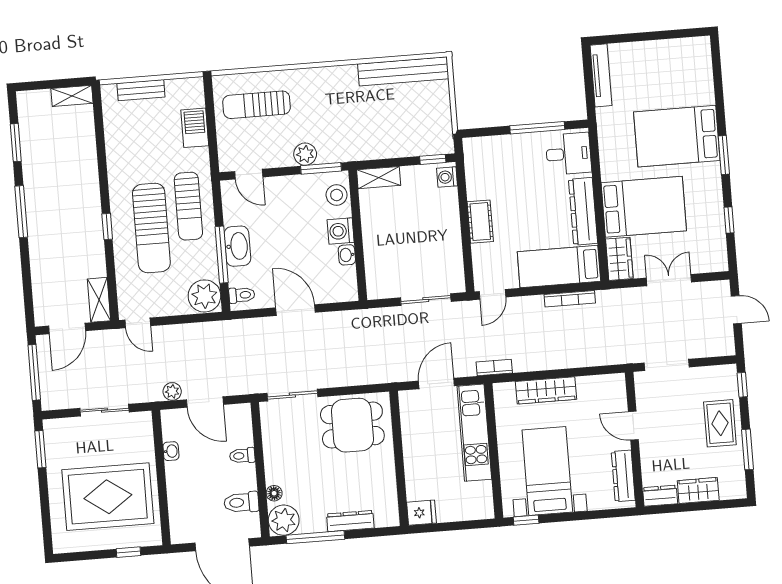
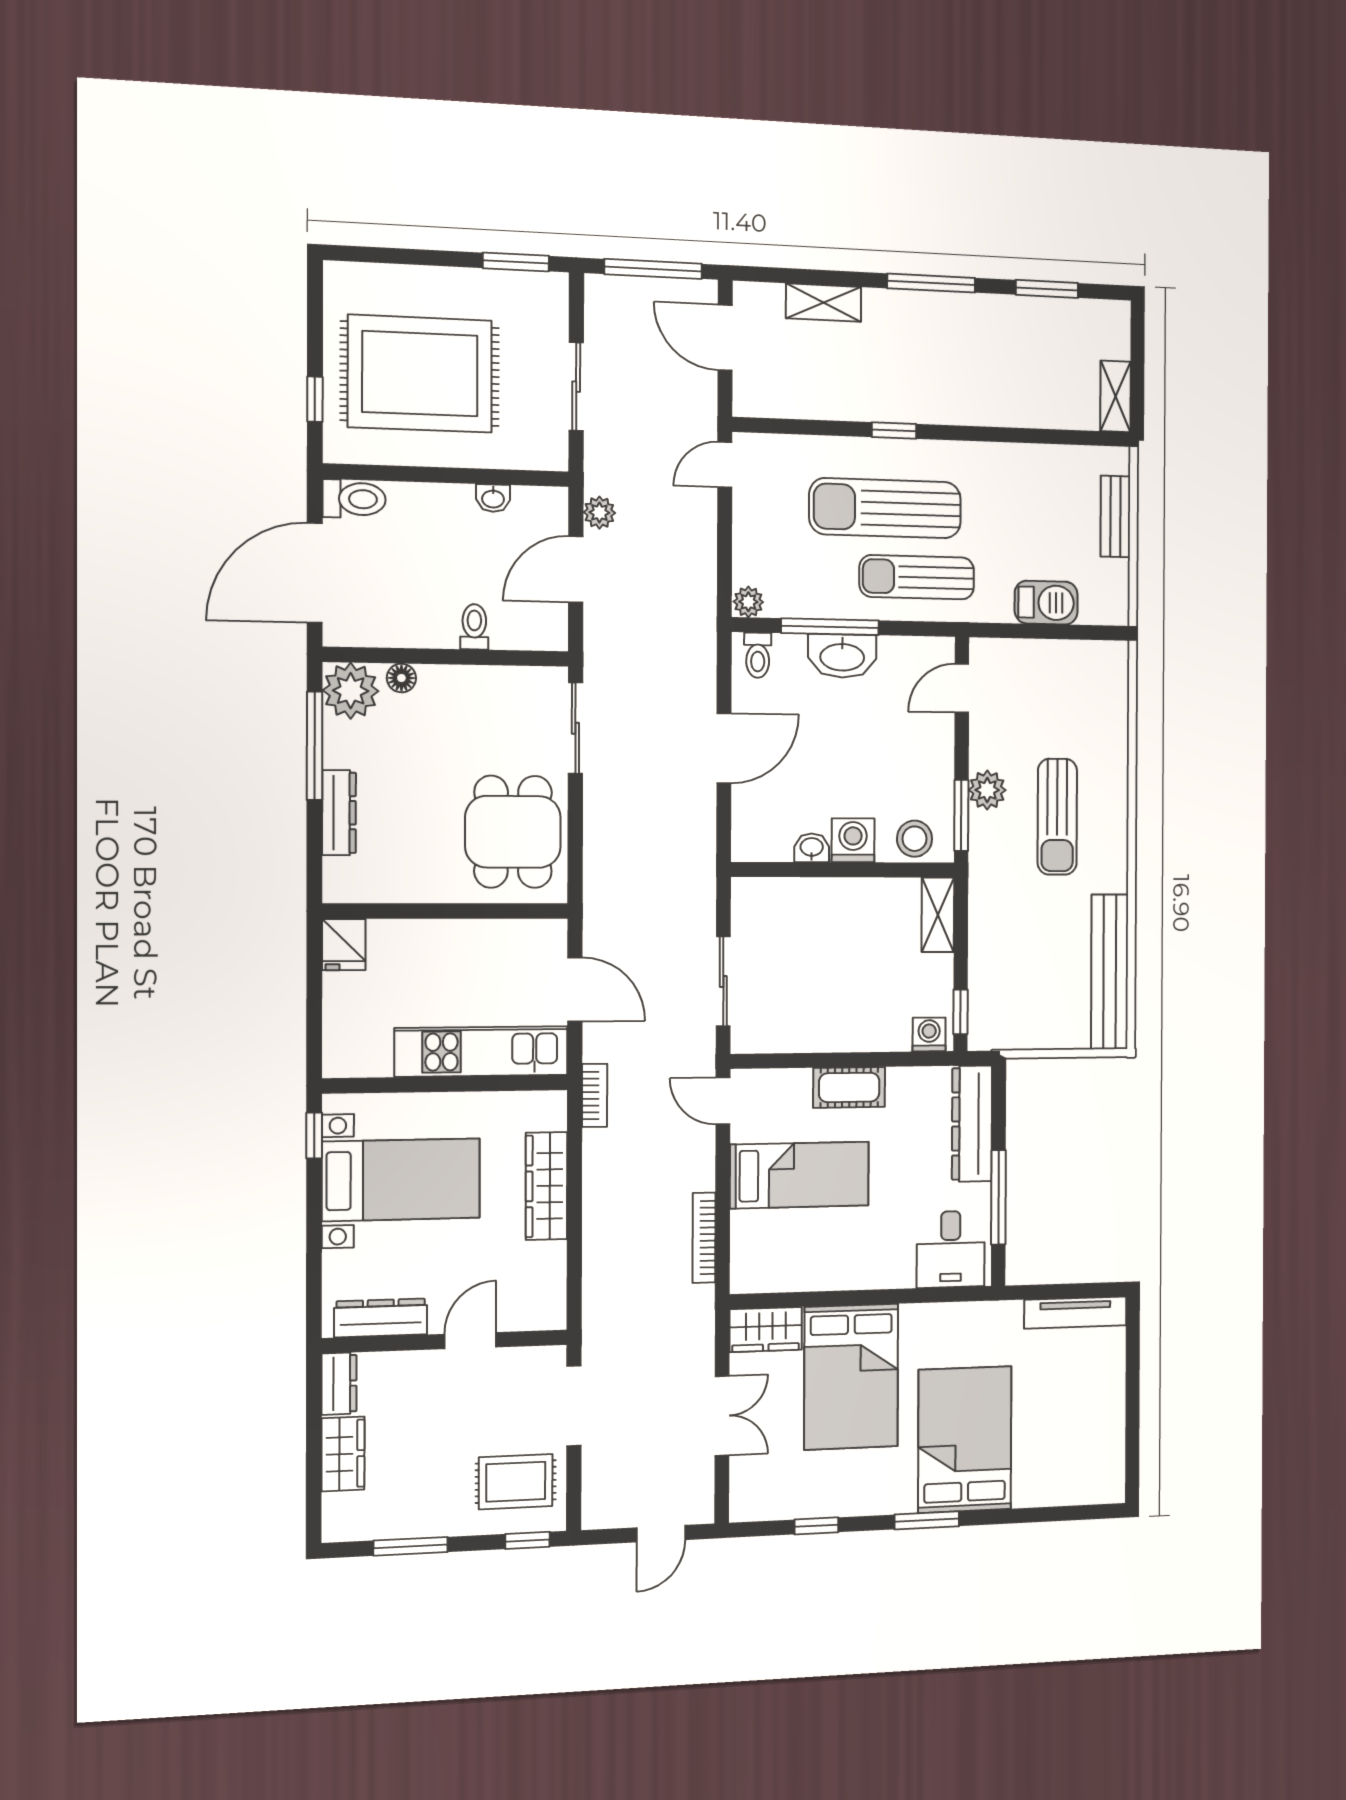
sun lounger: (257, 105) -> (1057, 817), moved, turned 180
dresser: (583, 211) -> (972, 1124), moved, turned -90
bed: (559, 266) -> (800, 1175), moved, turned 90
plant: (204, 296) -> (748, 602), width x0.53, depth x0.53
shelving: (99, 300) -> (824, 303), moved
rug: (720, 423) -> (516, 1482), moved
rug: (108, 497) -> (420, 374), turned 90
toilet: (241, 502) -> (354, 499), moved, turned 90

